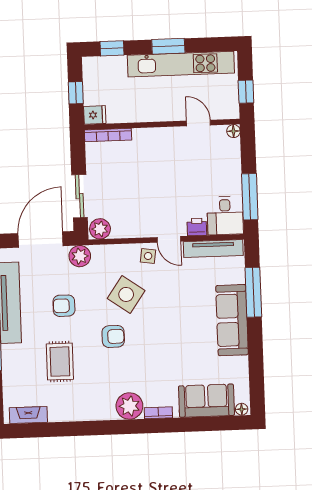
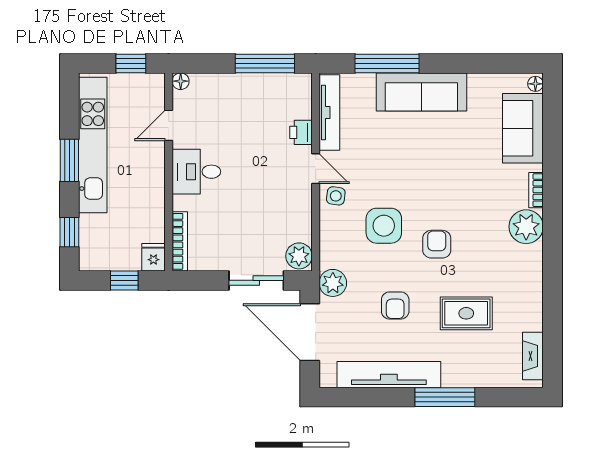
desk: (225, 216) -> (196, 172), moved, turned 180
door: (169, 239) -> (316, 169), hinge flipped
side table: (126, 294) -> (384, 226), turned -35

